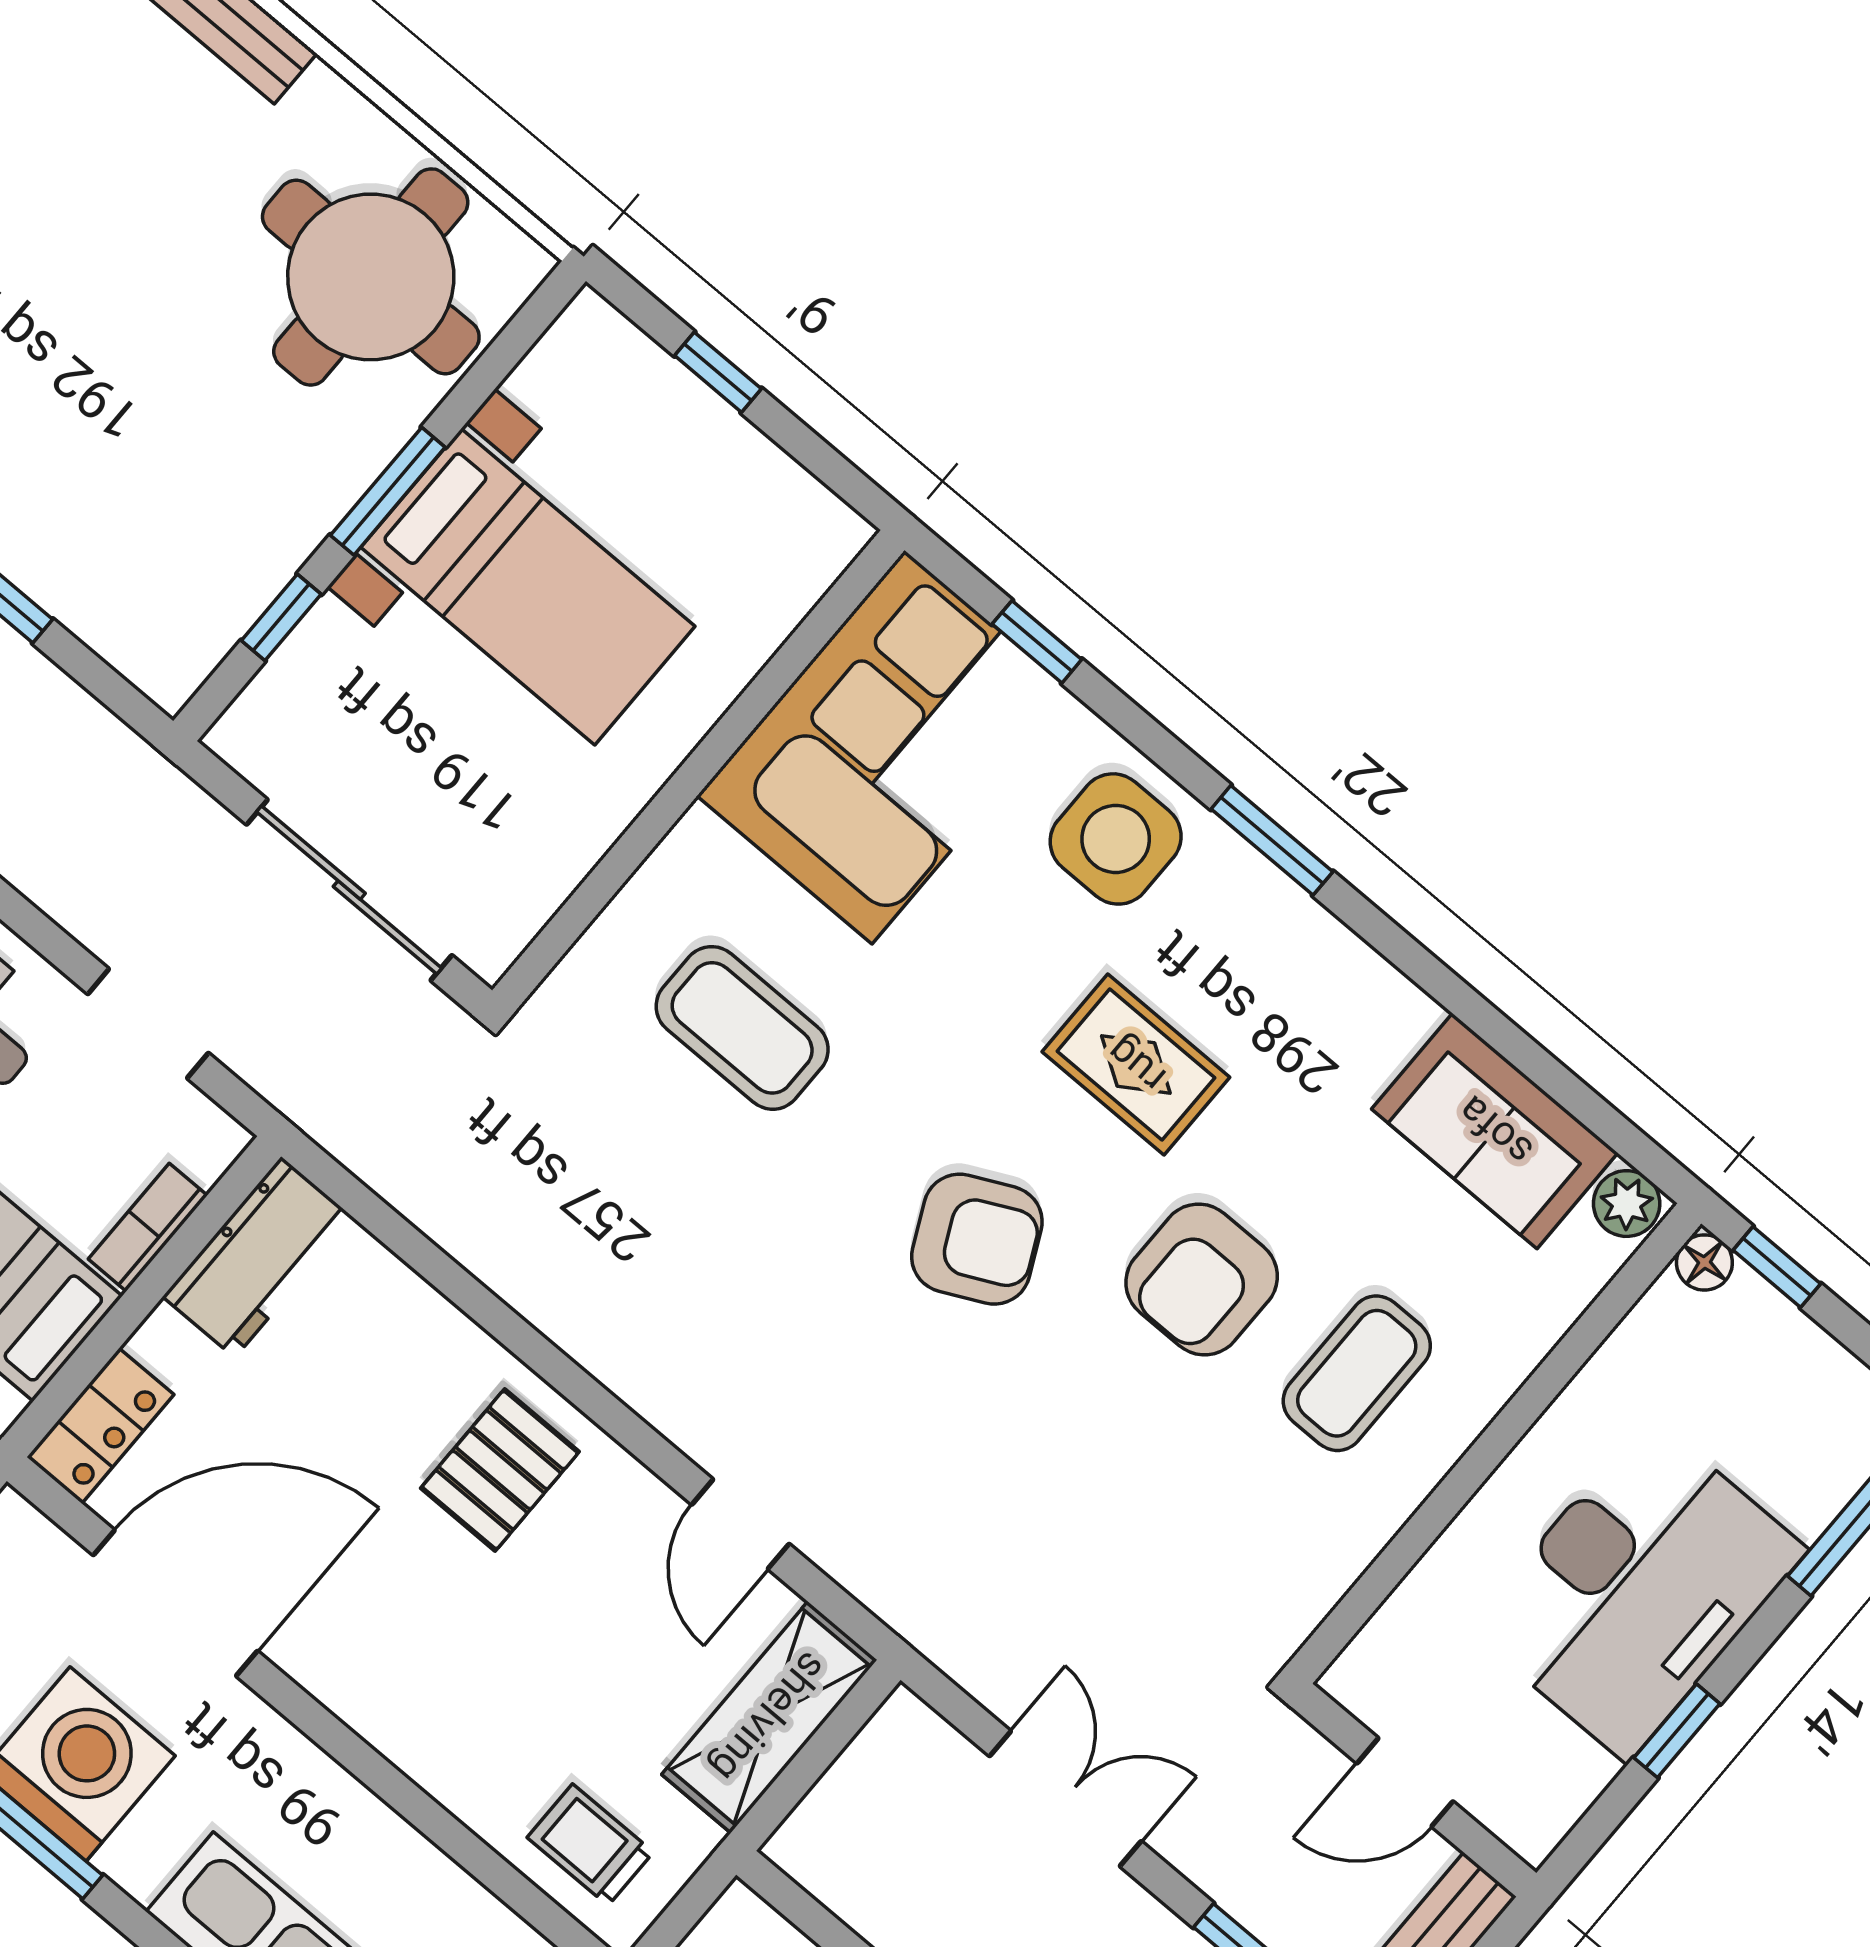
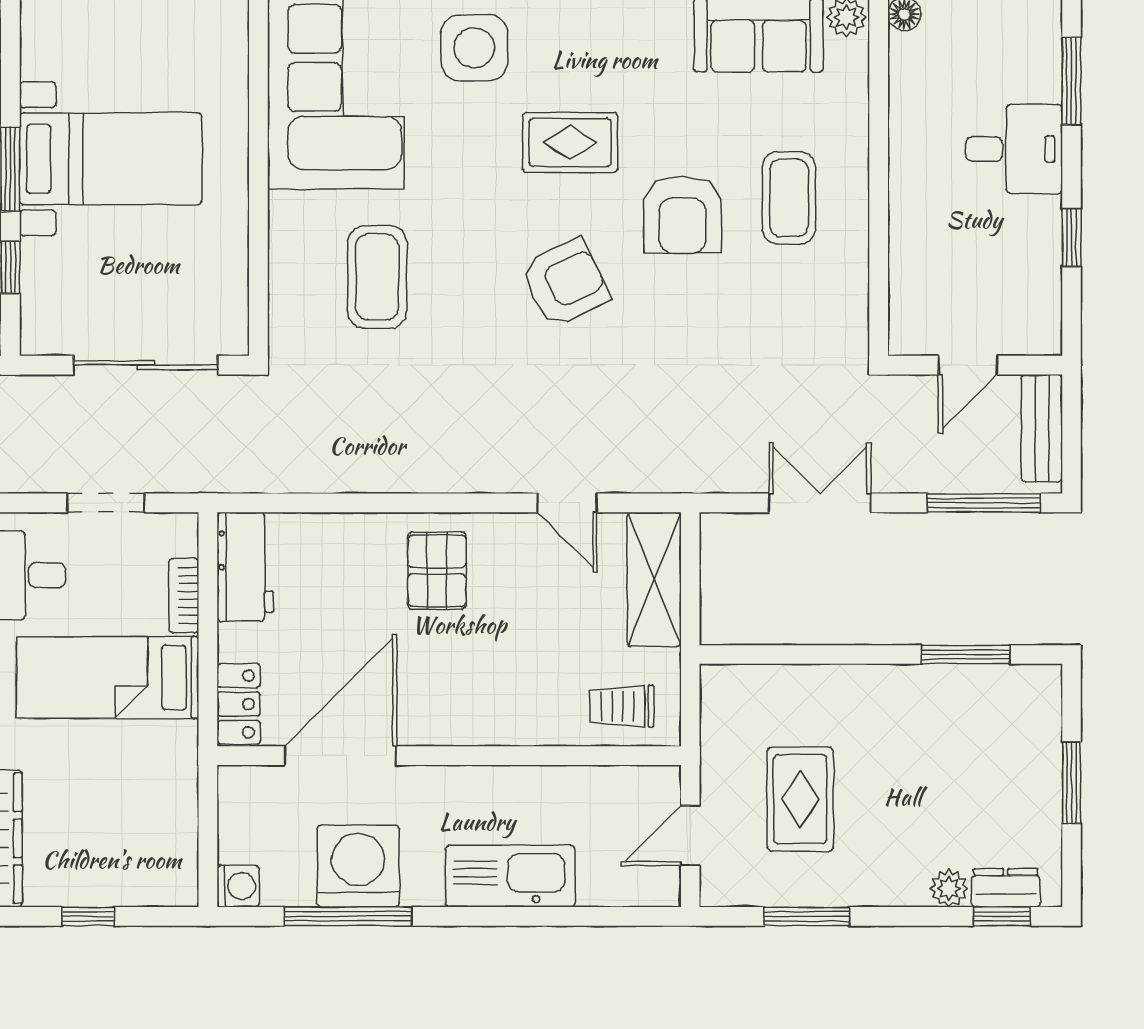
coffee table: (742, 1028) -> (377, 277), turned 90
desk: (1638, 1589) -> (1014, 149), width x0.53, depth x0.77

